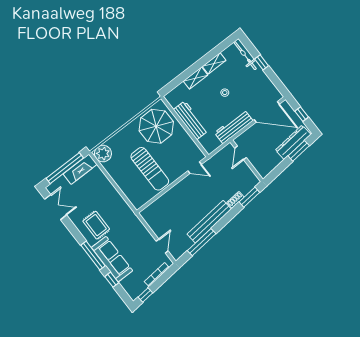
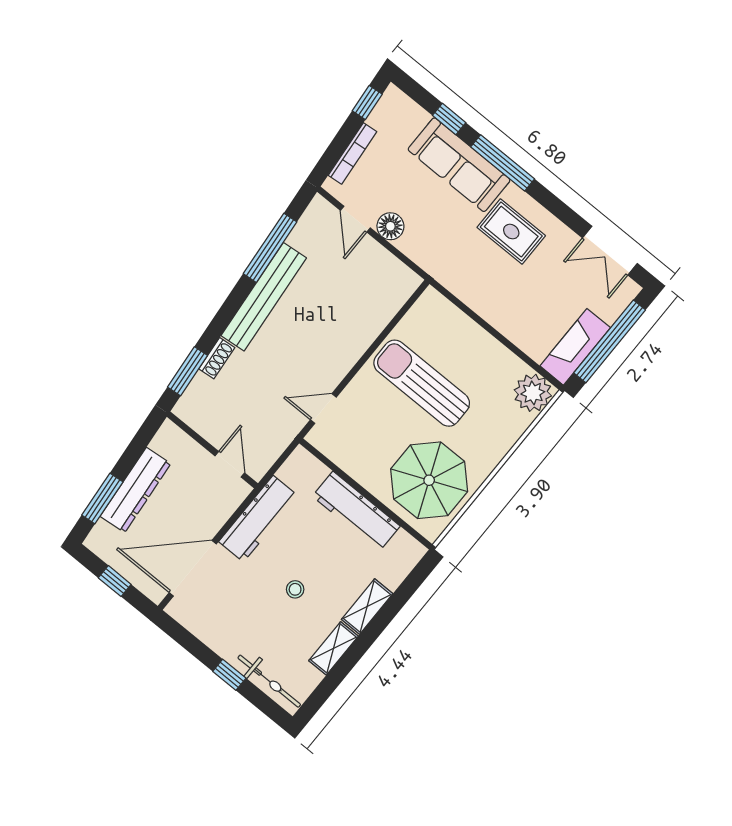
dresser: (293, 142) -> (136, 490), moved
floor lamp: (148, 239) -> (390, 226), added

